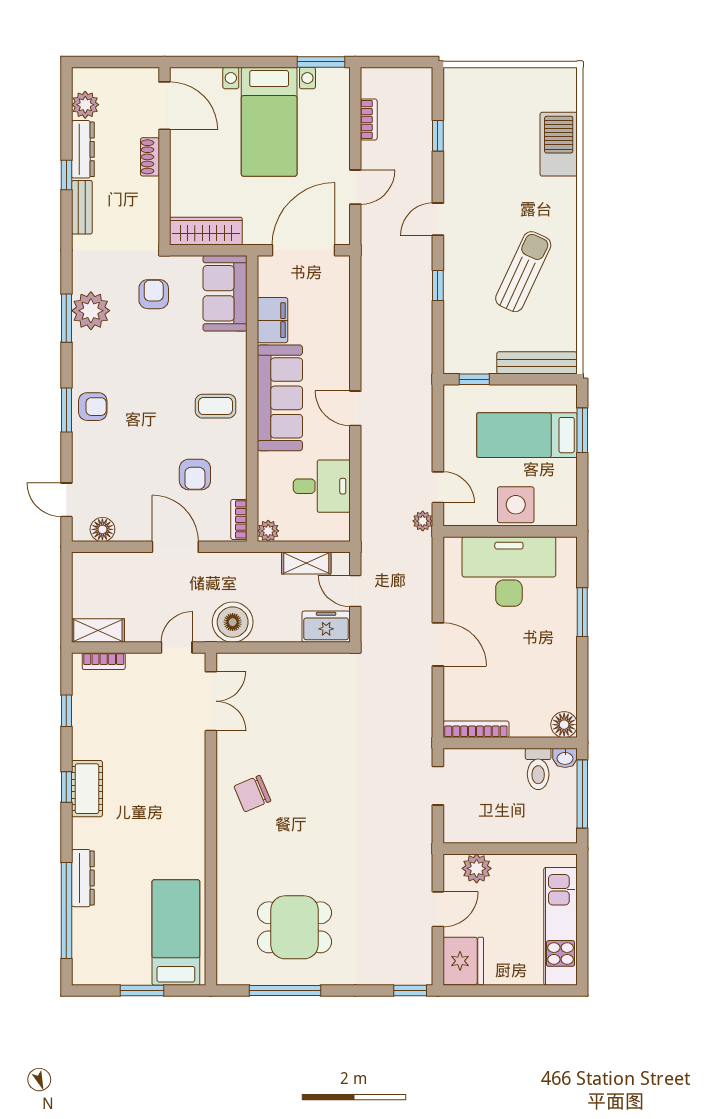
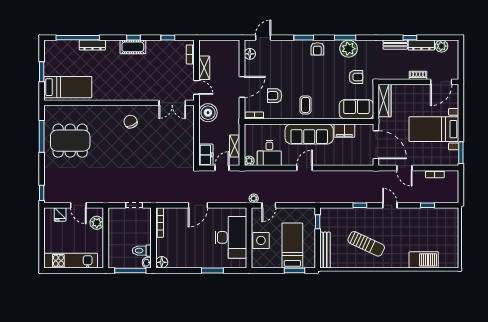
armchair: (93, 407) -> (317, 49), moved
plant: (268, 531) -> (249, 161), moved
shelving: (98, 630) -> (204, 68), moved
dining table: (295, 927) -> (70, 141), width x1.38
fridge: (463, 961) -> (60, 214), width x0.53, depth x0.75

